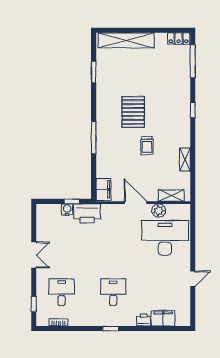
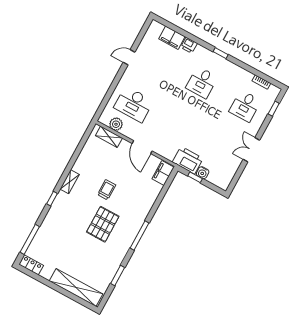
window: (94, 137) -> (139, 236), moved
shelving: (185, 160) -> (70, 182), moved
plant: (159, 211) -> (116, 124), moved
desk: (165, 238) -> (134, 104), width x0.73, depth x0.77

